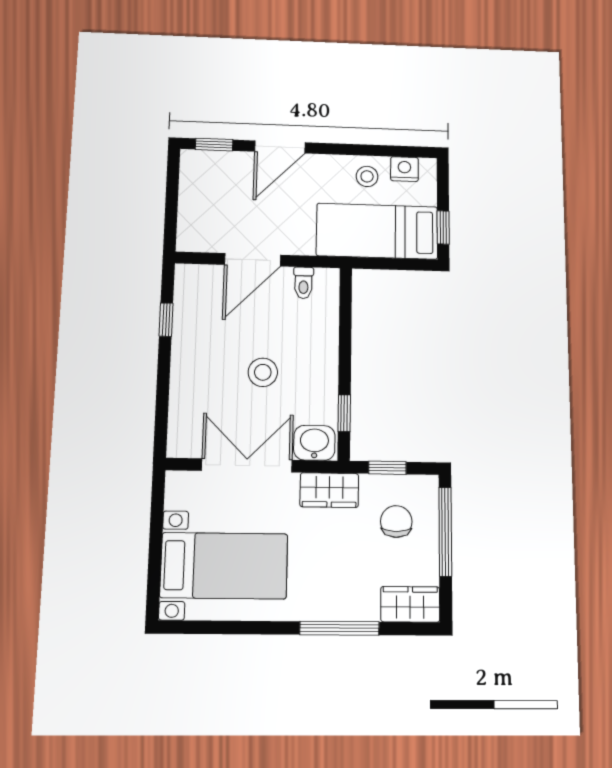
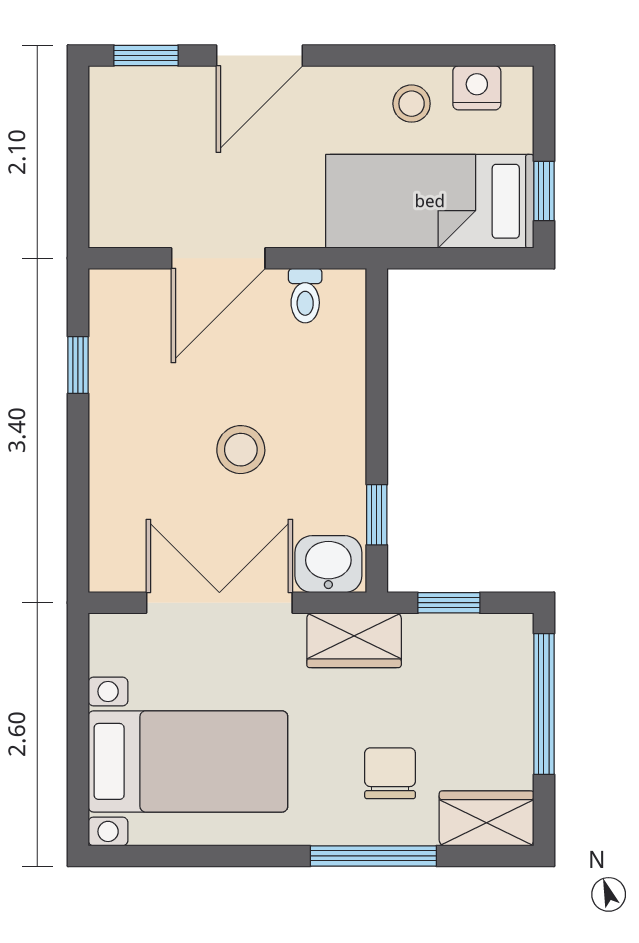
chair: (396, 521) -> (390, 773), moved

